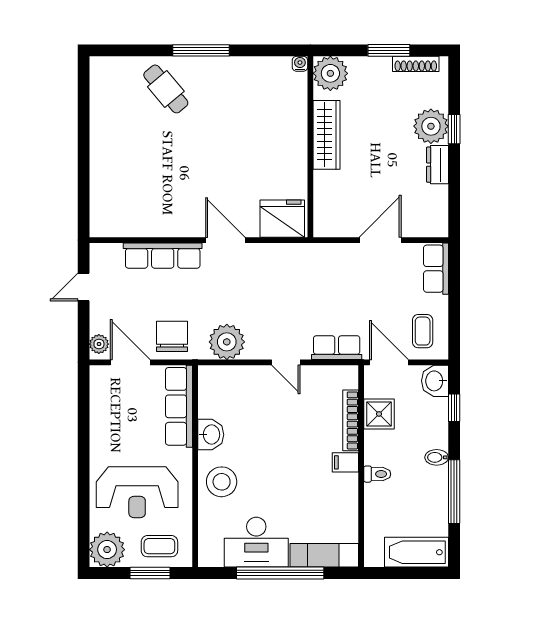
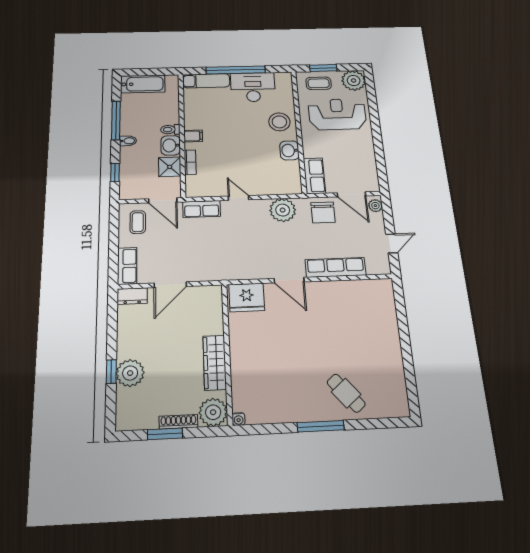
shoe rack: (416, 64) -> (178, 422), moved
dresser: (438, 165) -> (132, 296), moved, turned 90
washbasin: (435, 381) -> (171, 145), moved, turned 180
row of seats: (179, 406) -> (314, 176), width x0.68
bookcase: (351, 420) -> (190, 162), width x0.64

